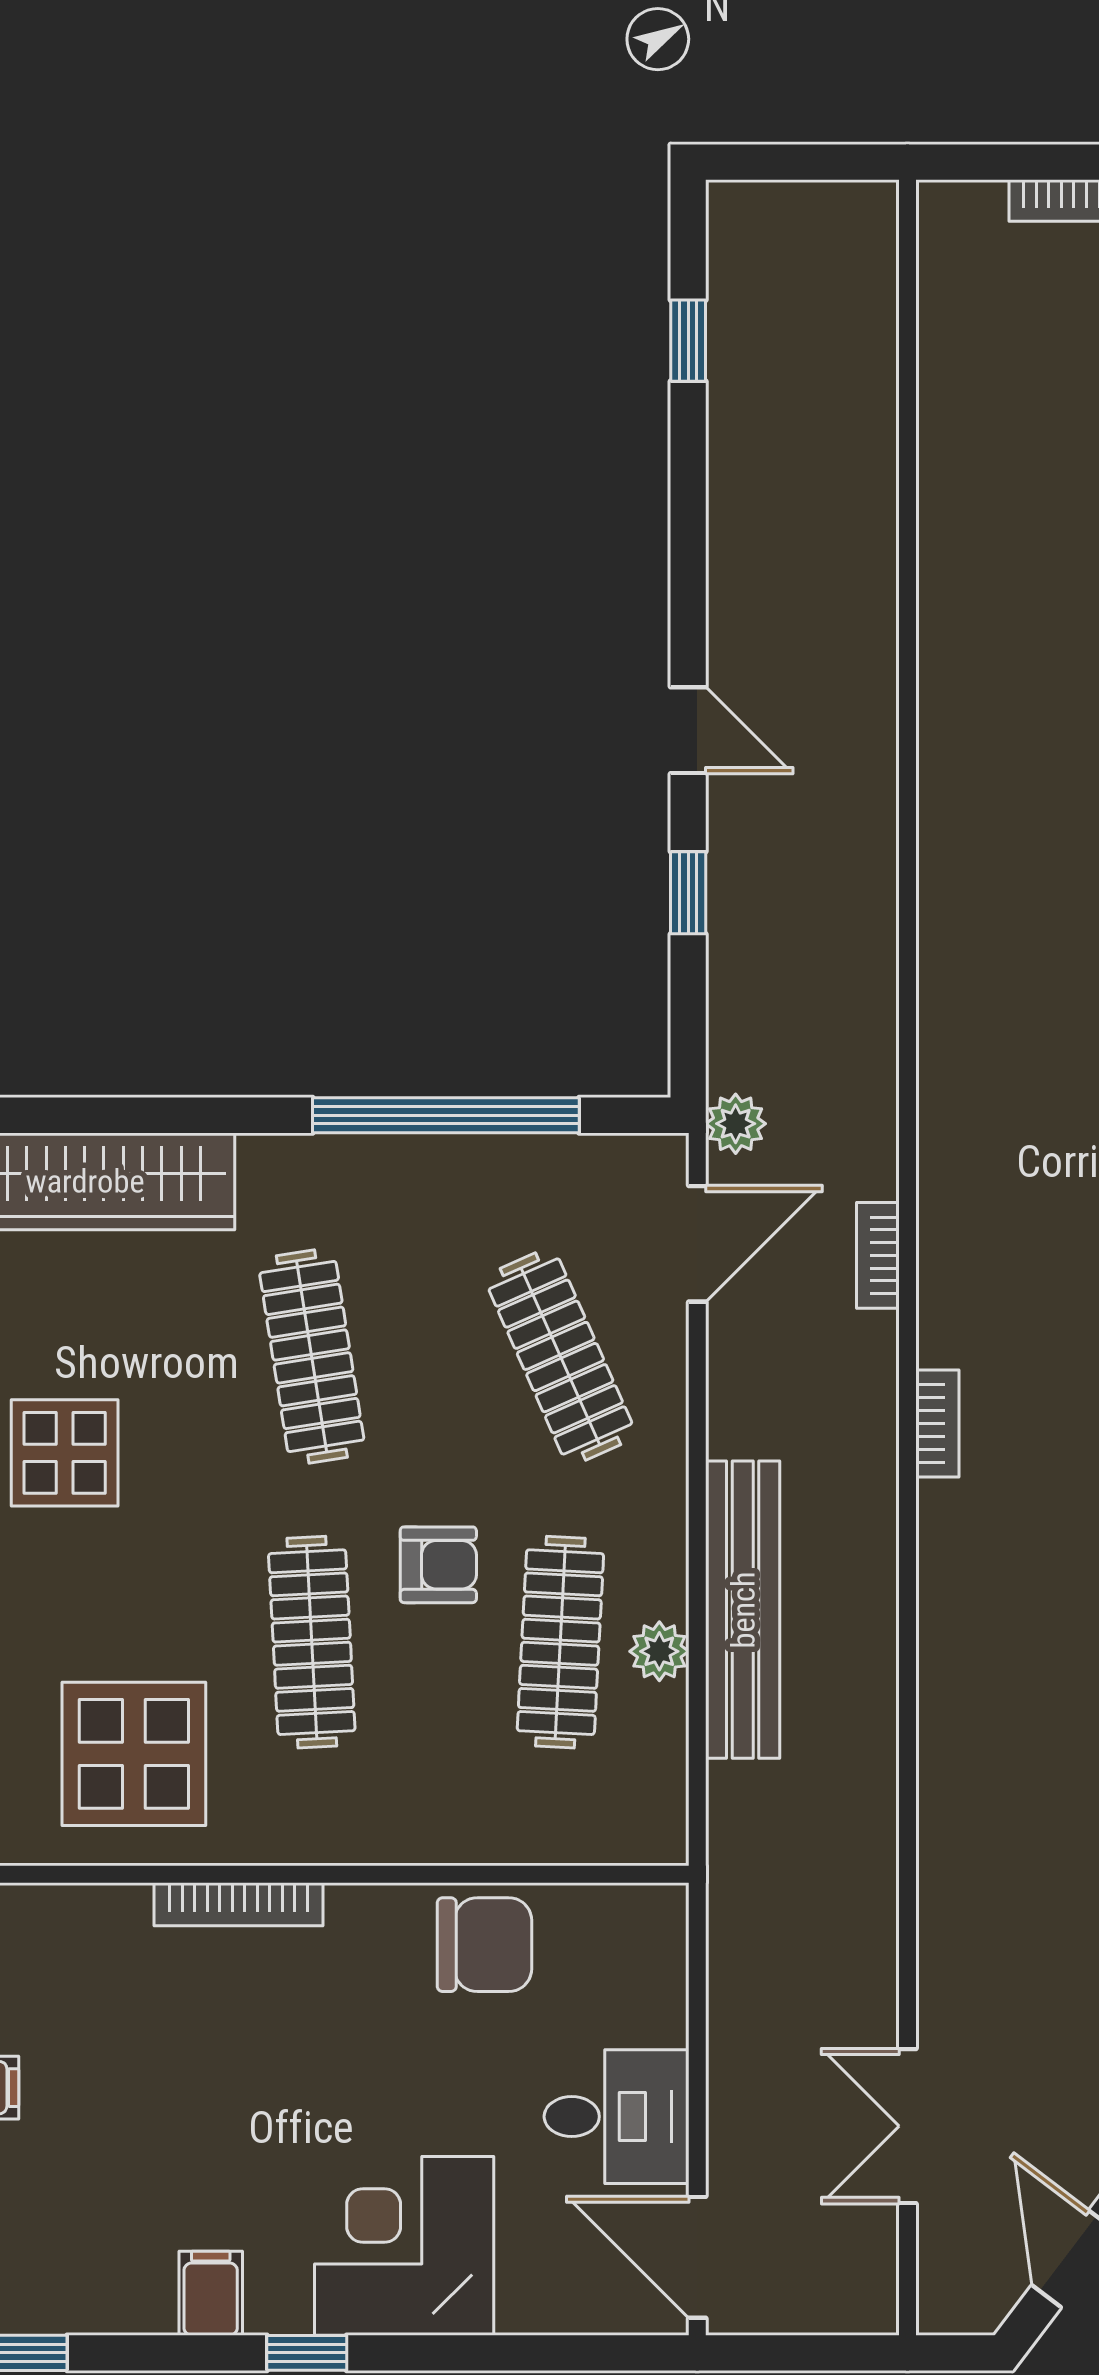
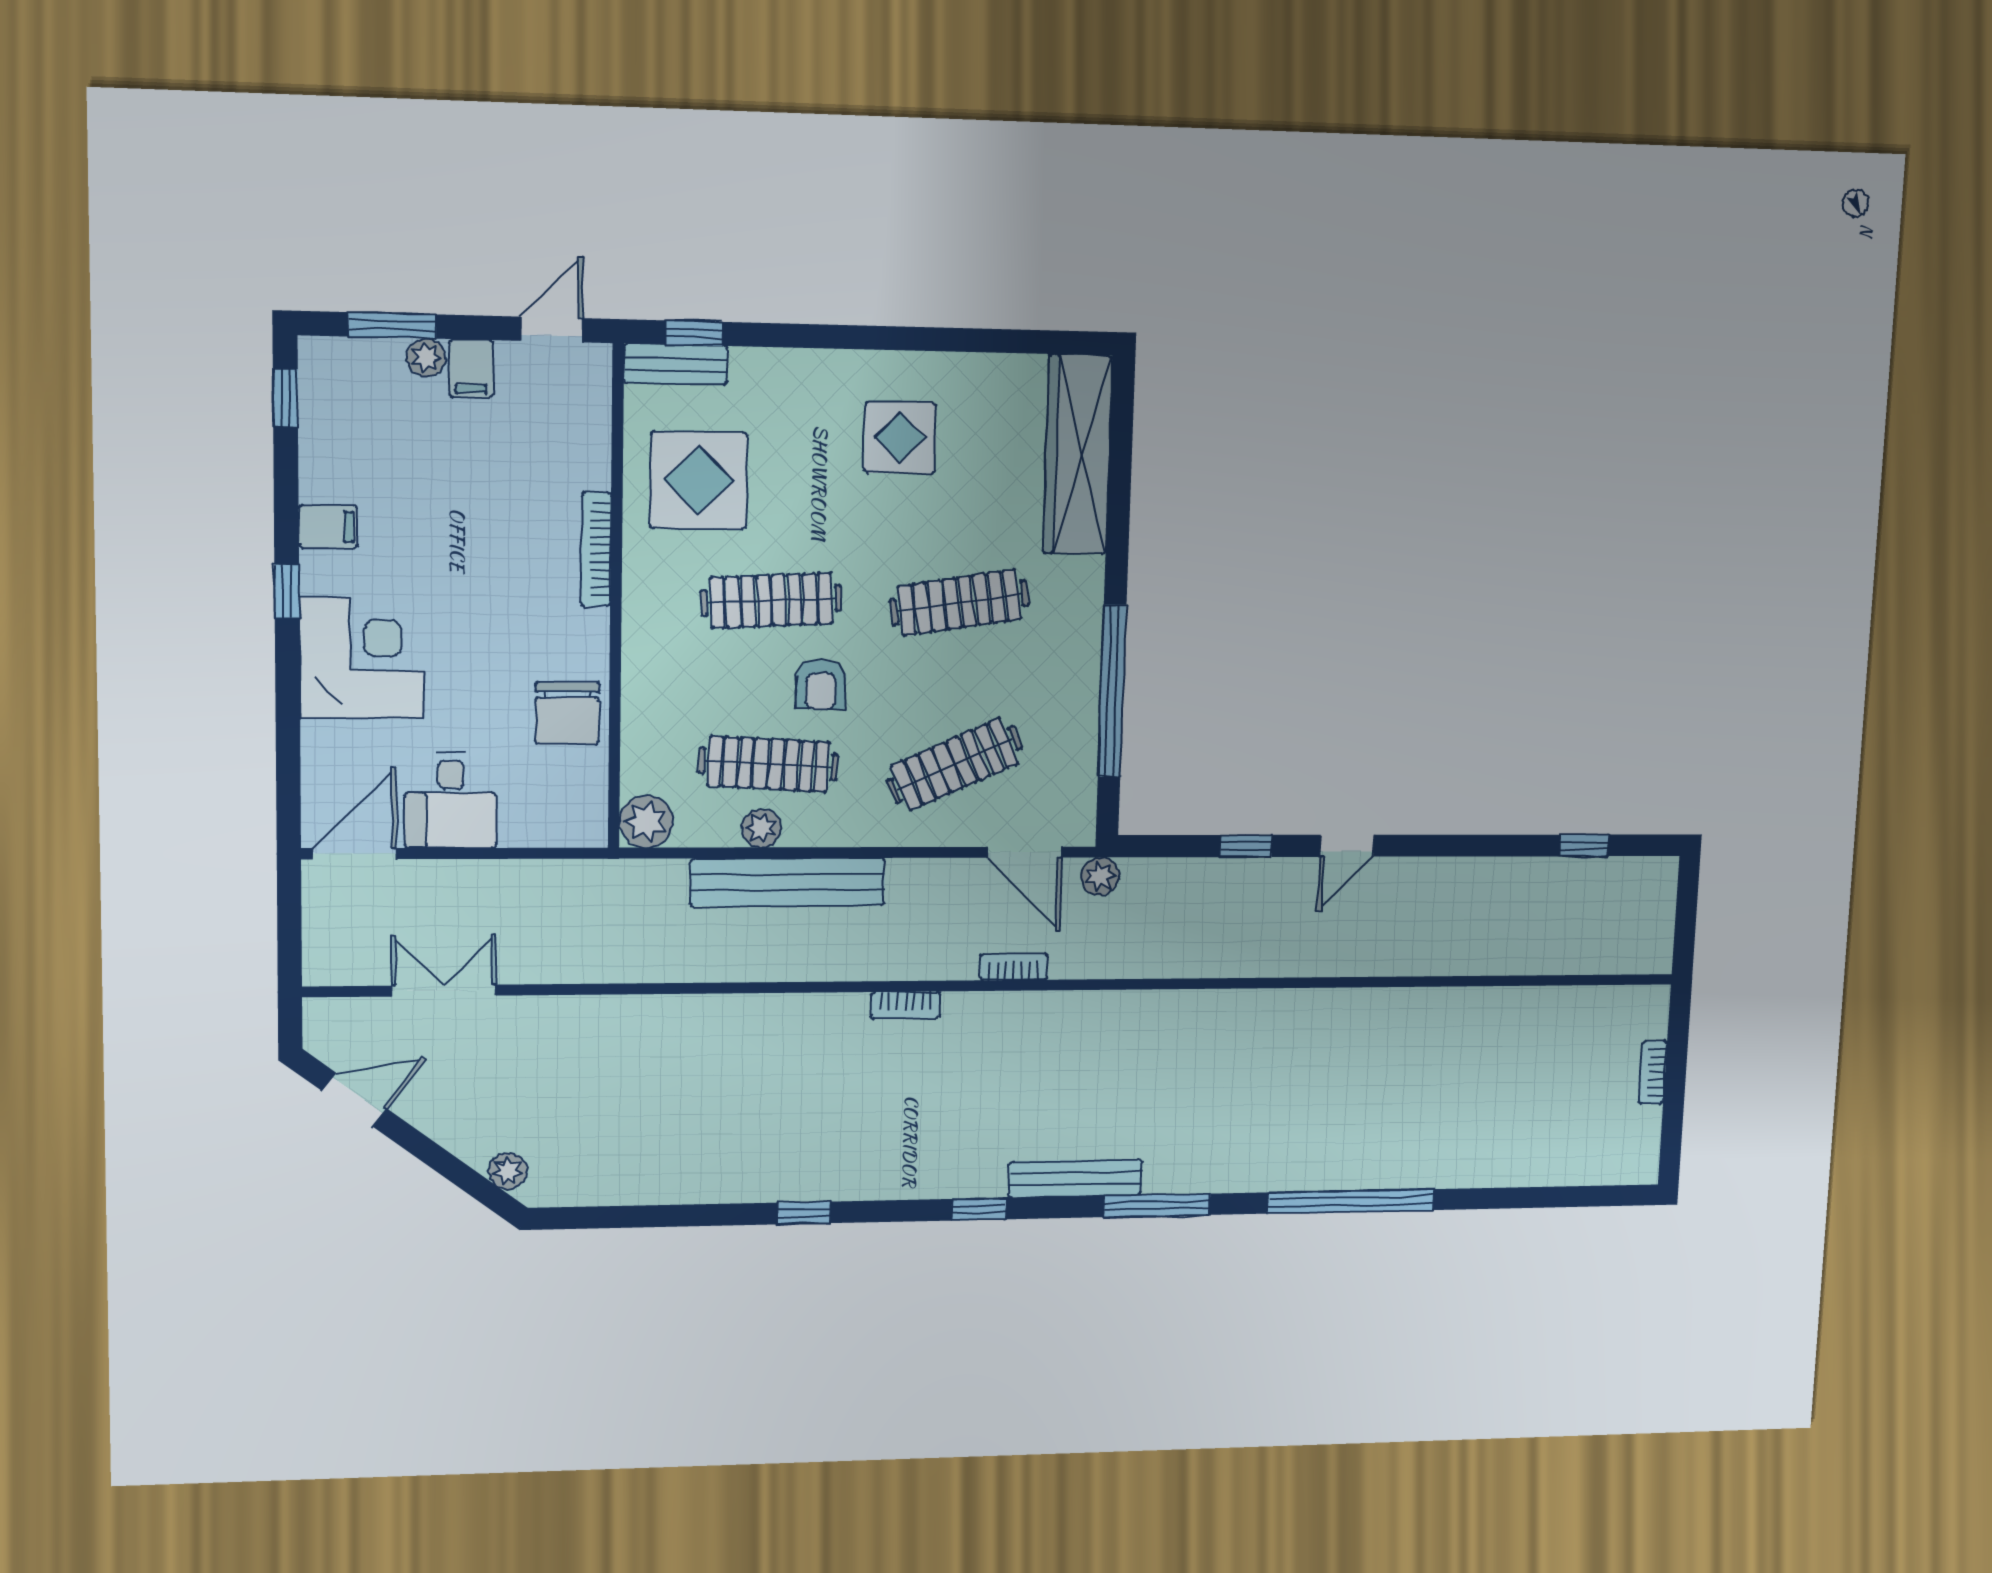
plant: (649, 1826) -> (646, 821), added

